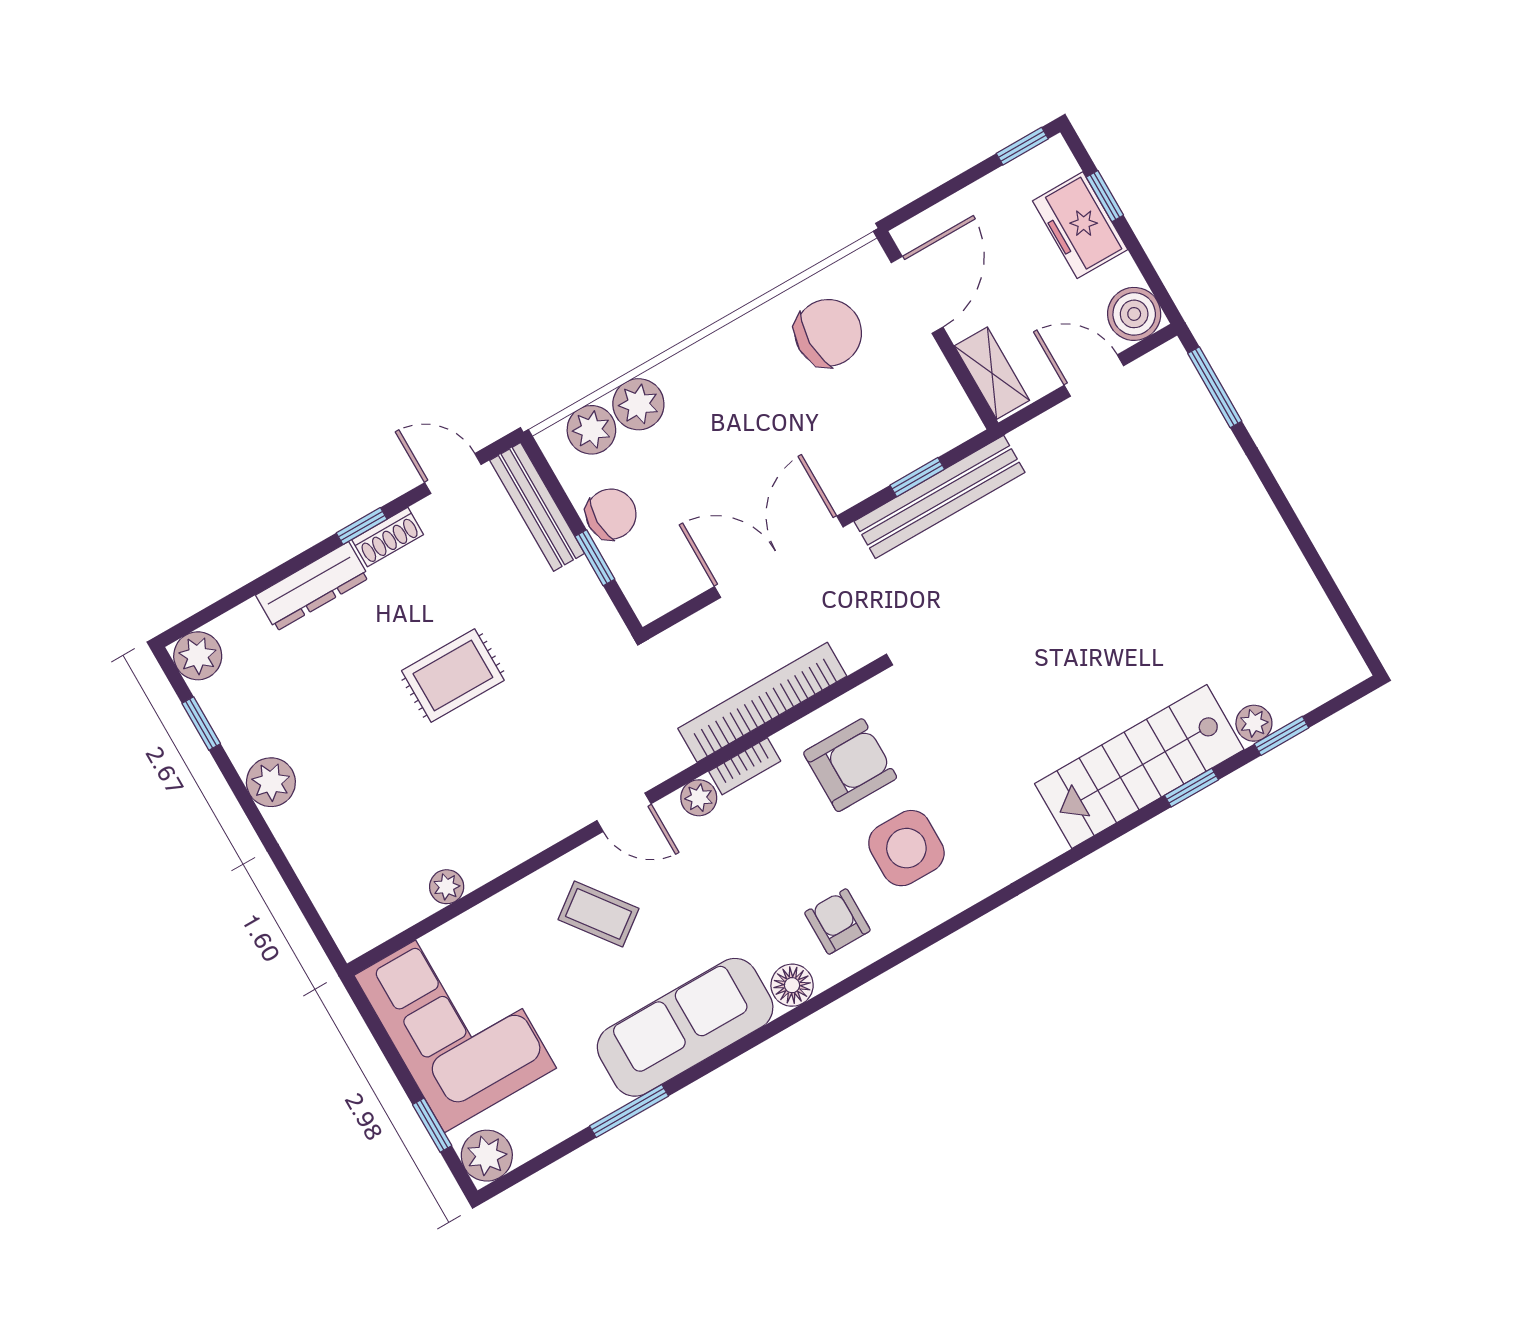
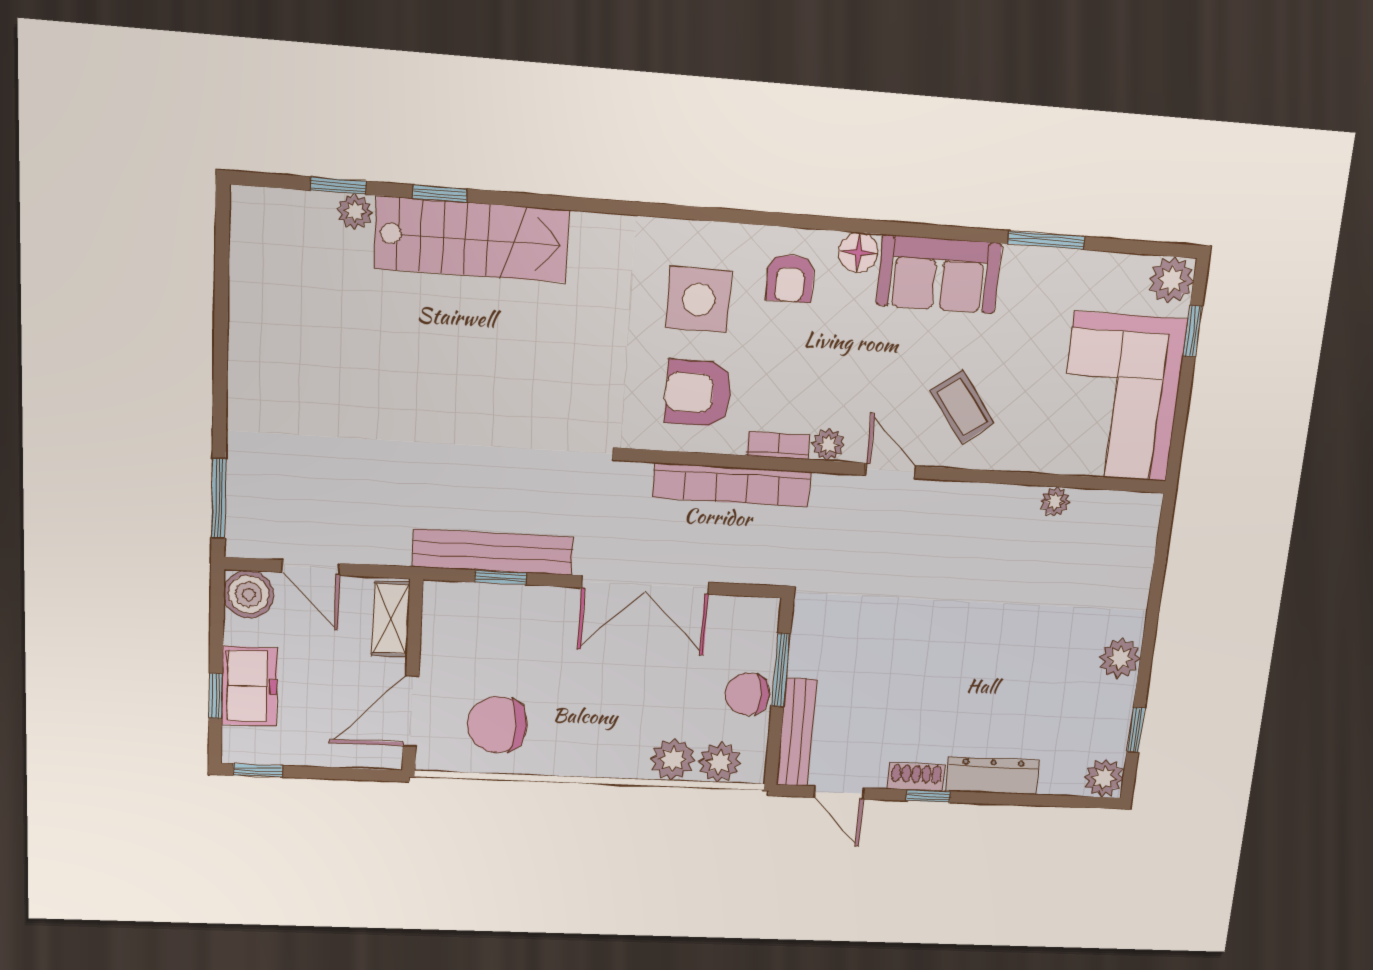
window: (595, 558) -> (781, 670), width x1.50
rug: (453, 675) -> (941, 651), removed
sofa: (685, 1027) -> (939, 274), width x0.73

